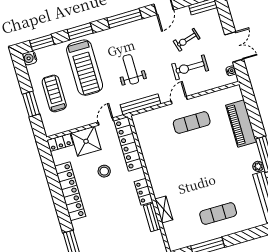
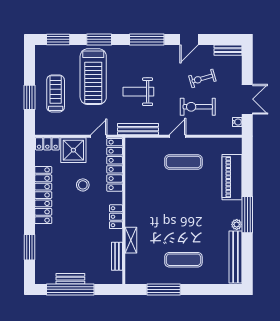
water cooler: (30, 58) -> (41, 51), removed
weight bench: (131, 69) -> (138, 92), turned -90
bench: (152, 217) -> (117, 256), moved

